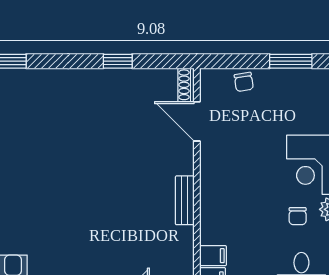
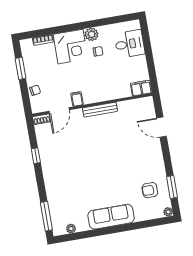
bench: (185, 200) -> (100, 110), width x1.36
filing cabinet: (213, 256) -> (77, 99), moved

